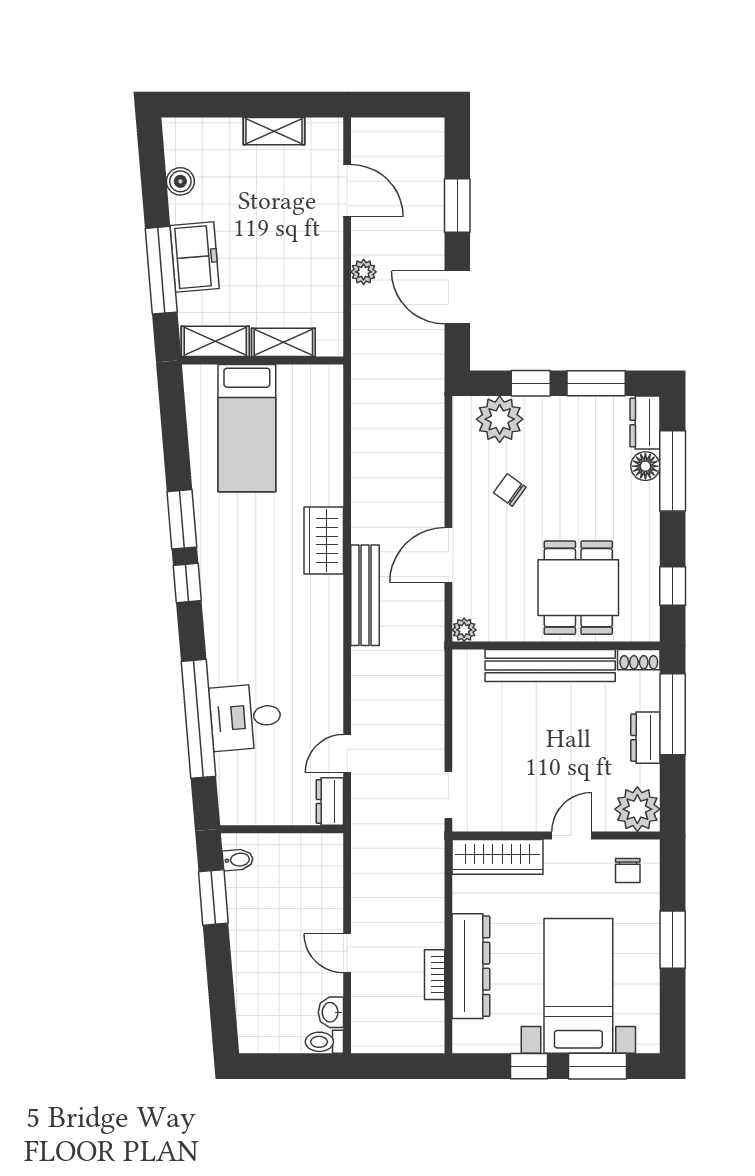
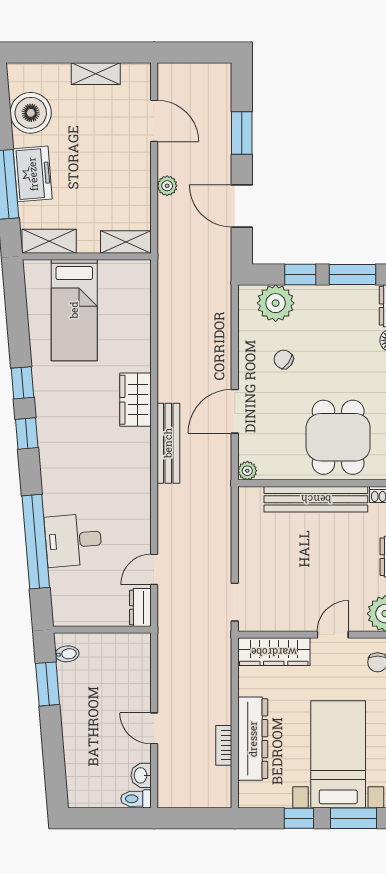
boiler: (180, 181) -> (31, 113), width x1.86, depth x1.86
shelving: (283, 342) -> (126, 242), moved
window: (182, 519) -> (23, 383), width x0.67

